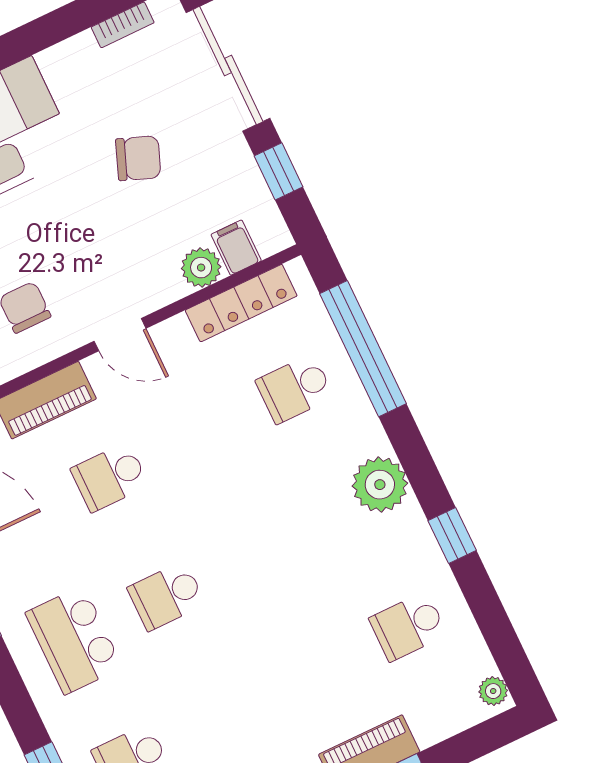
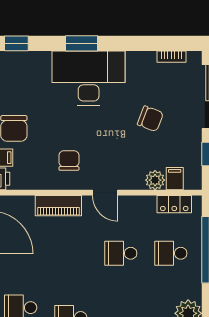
locker: (241, 303) -> (174, 204), width x0.66
school desk: (110, 477) -> (121, 253), moved

